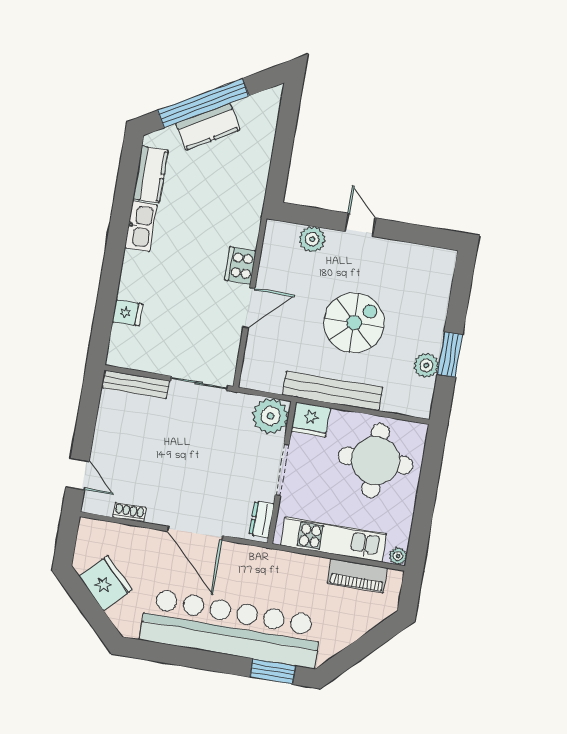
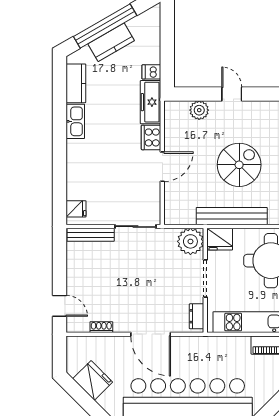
dishwasher: (256, 176) -> (151, 72), added
freezer: (248, 217) -> (151, 102), added
fridge: (127, 313) -> (76, 209), moved

